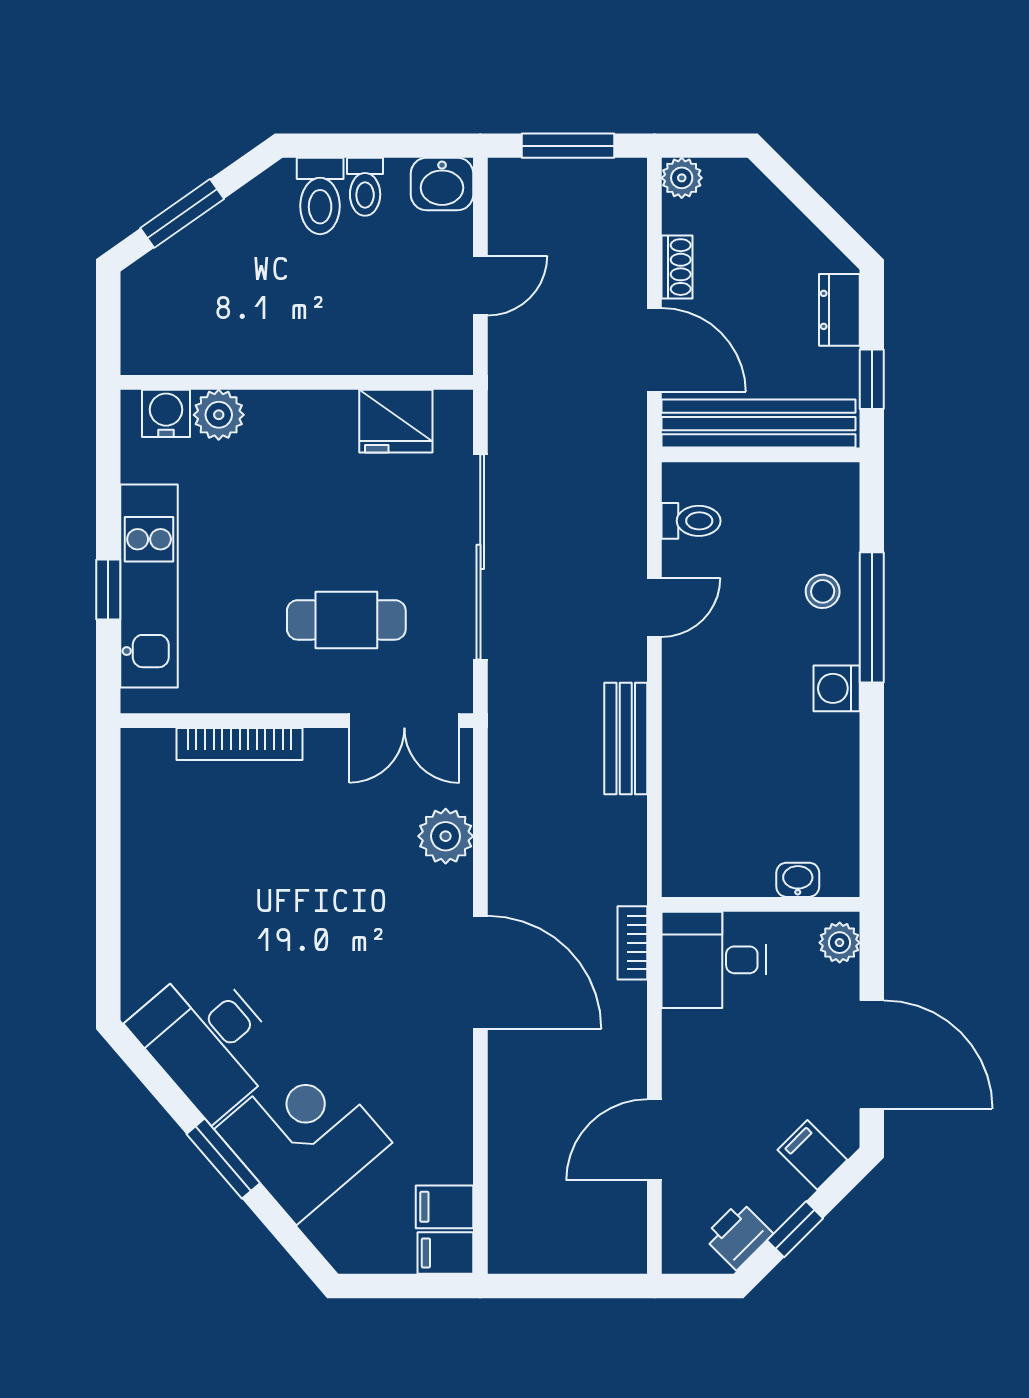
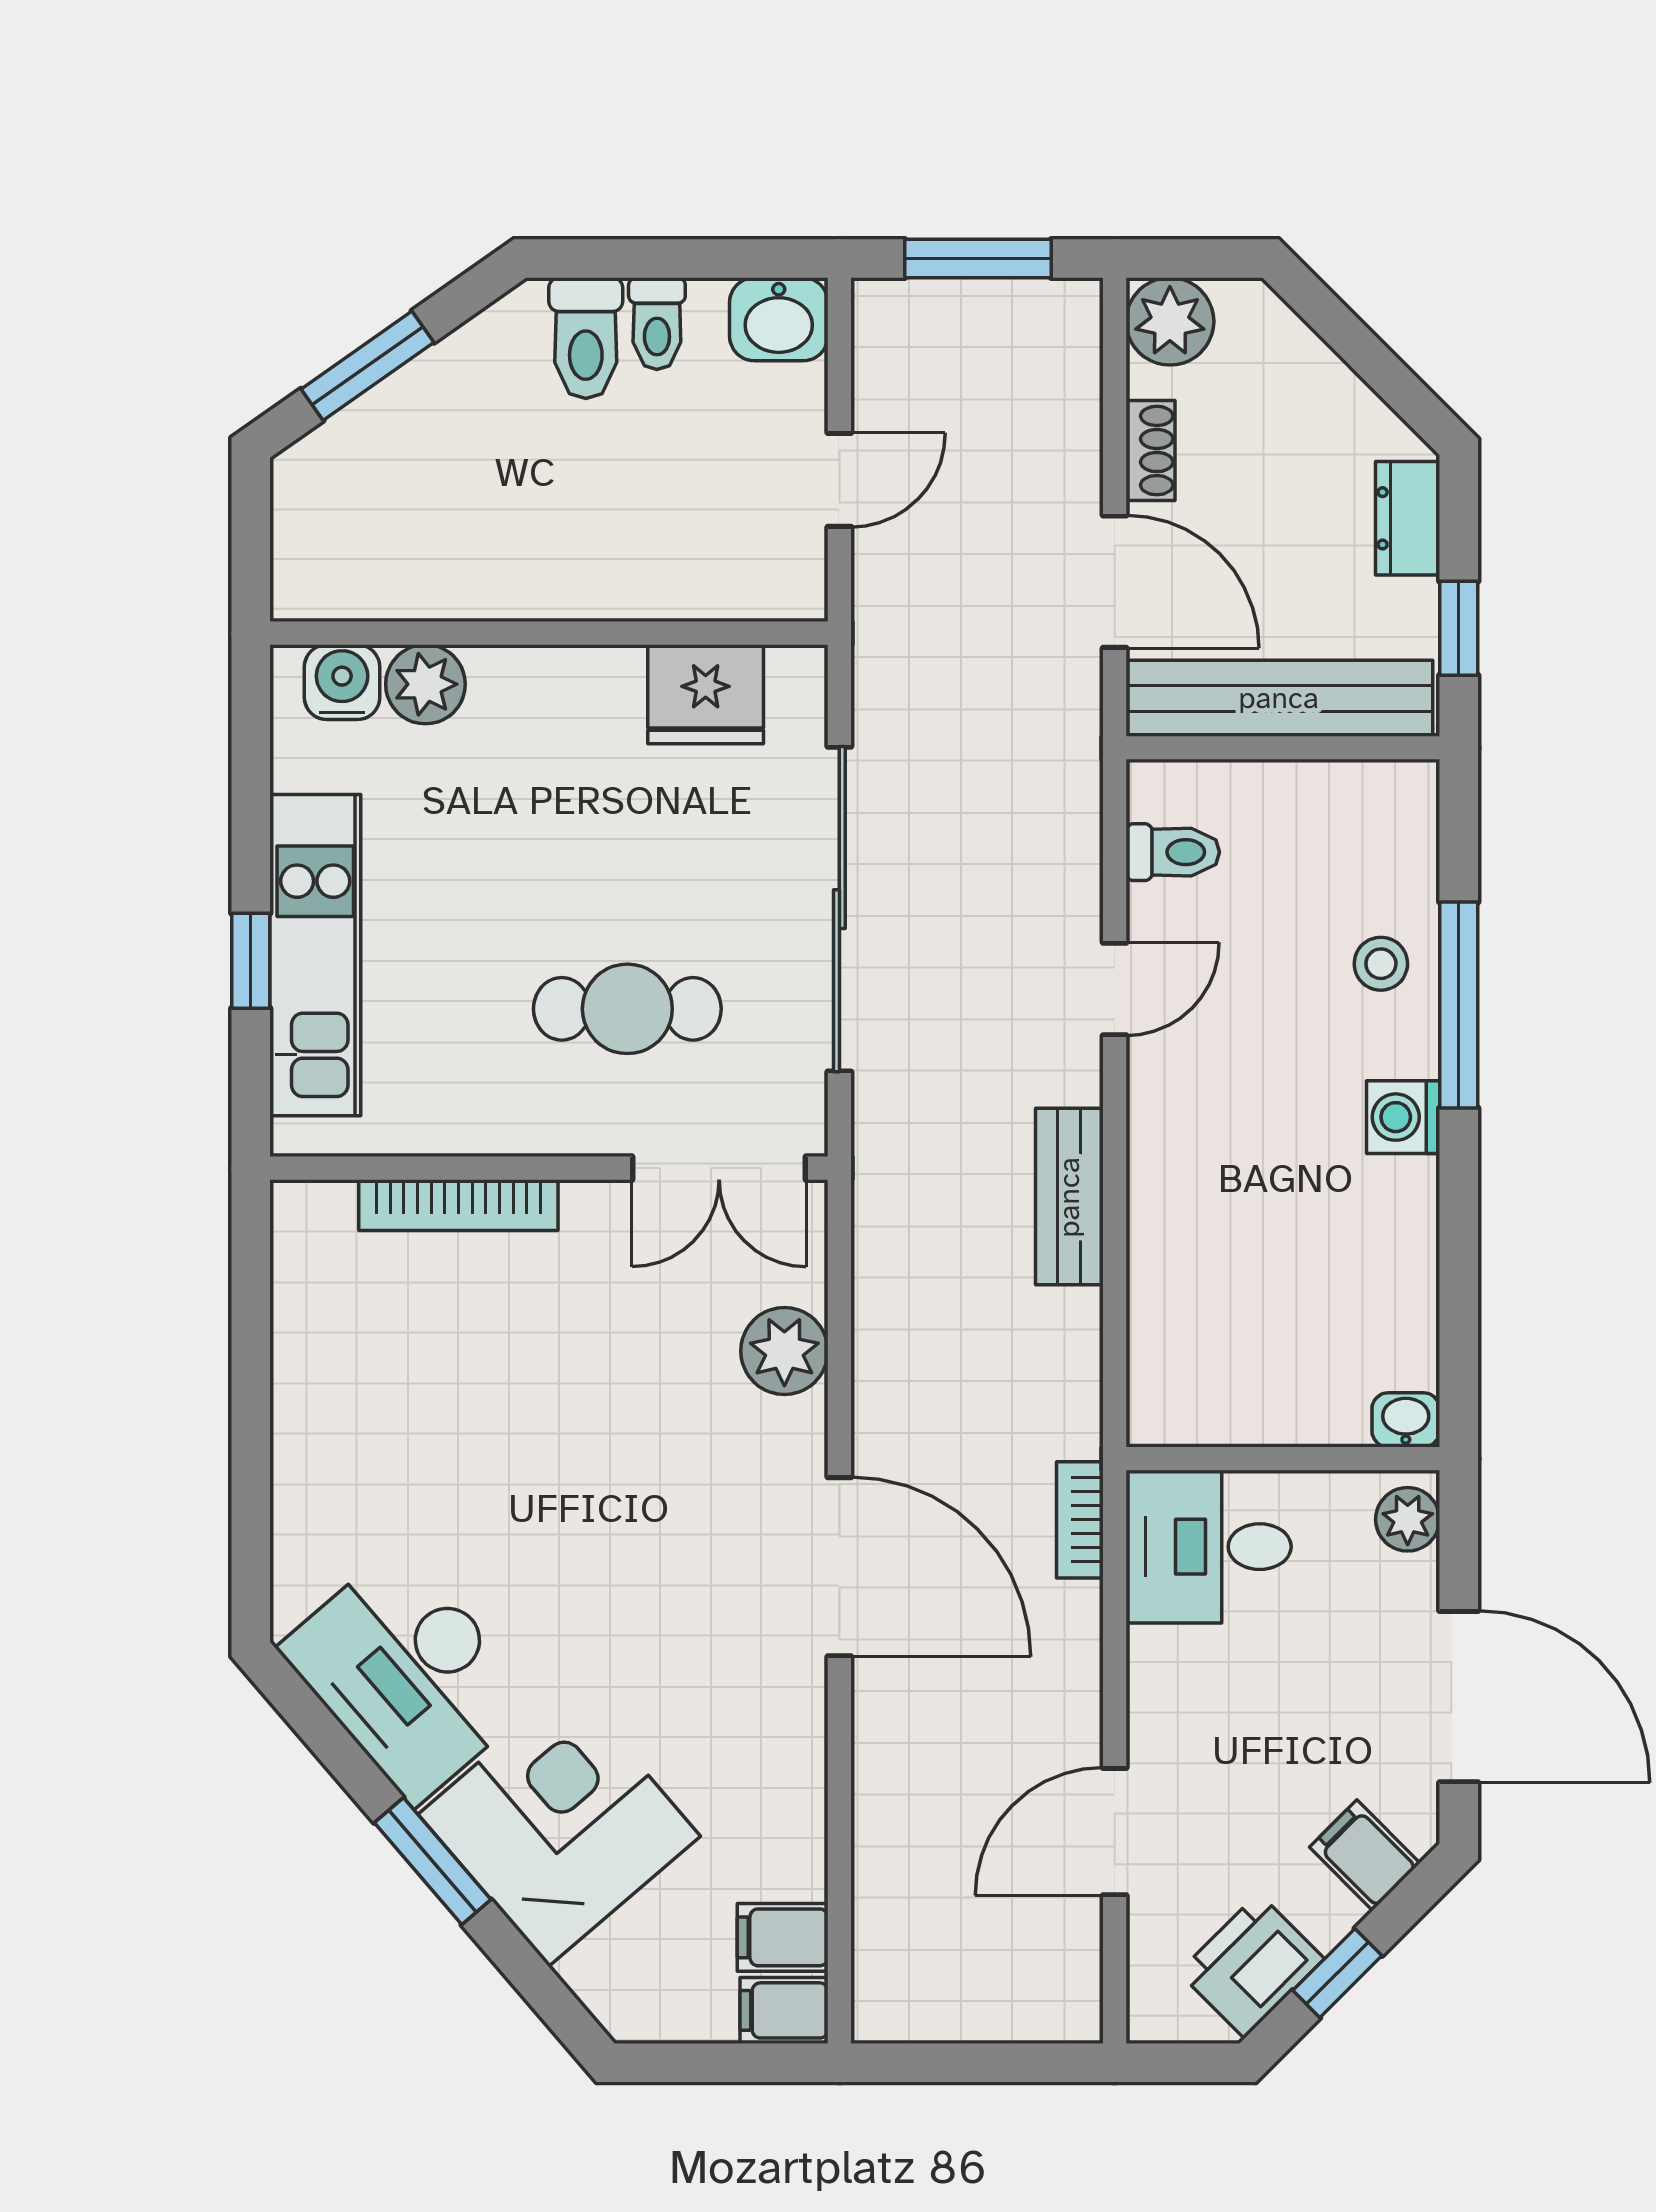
plant: (682, 178) -> (1170, 321), width x1.38, depth x1.38
washbasin: (798, 880) -> (1406, 1420), moved
printer: (738, 1235) -> (1251, 1966), width x1.36, depth x1.24

